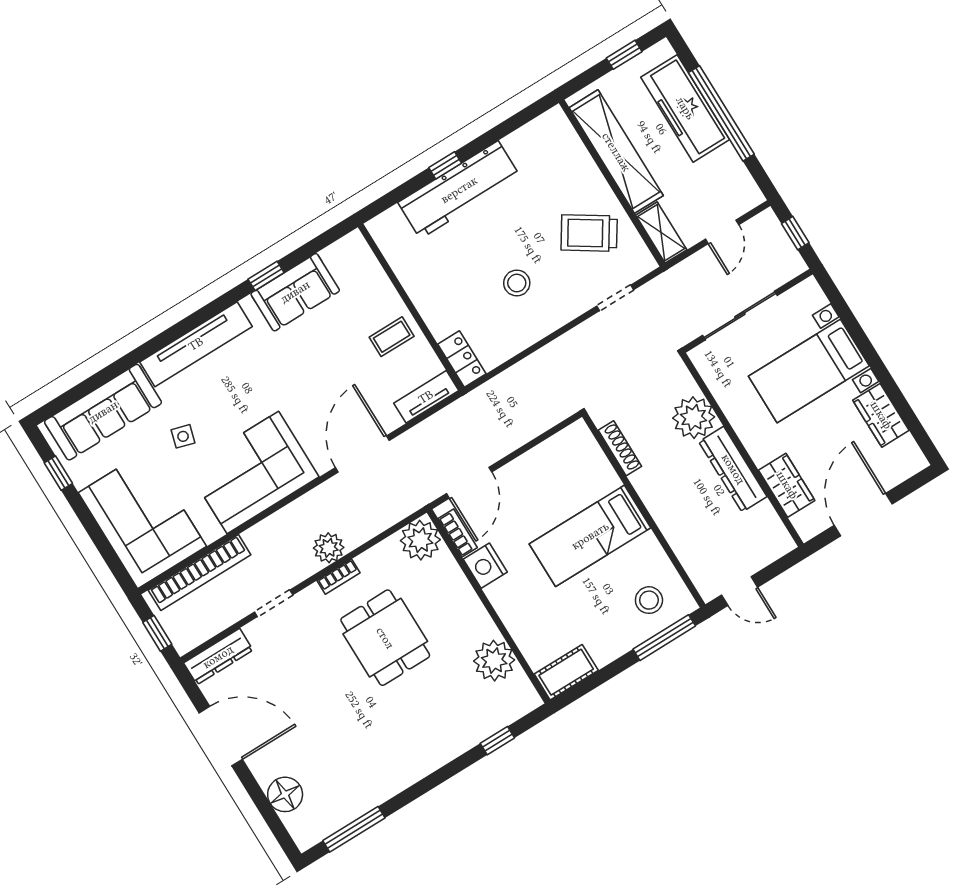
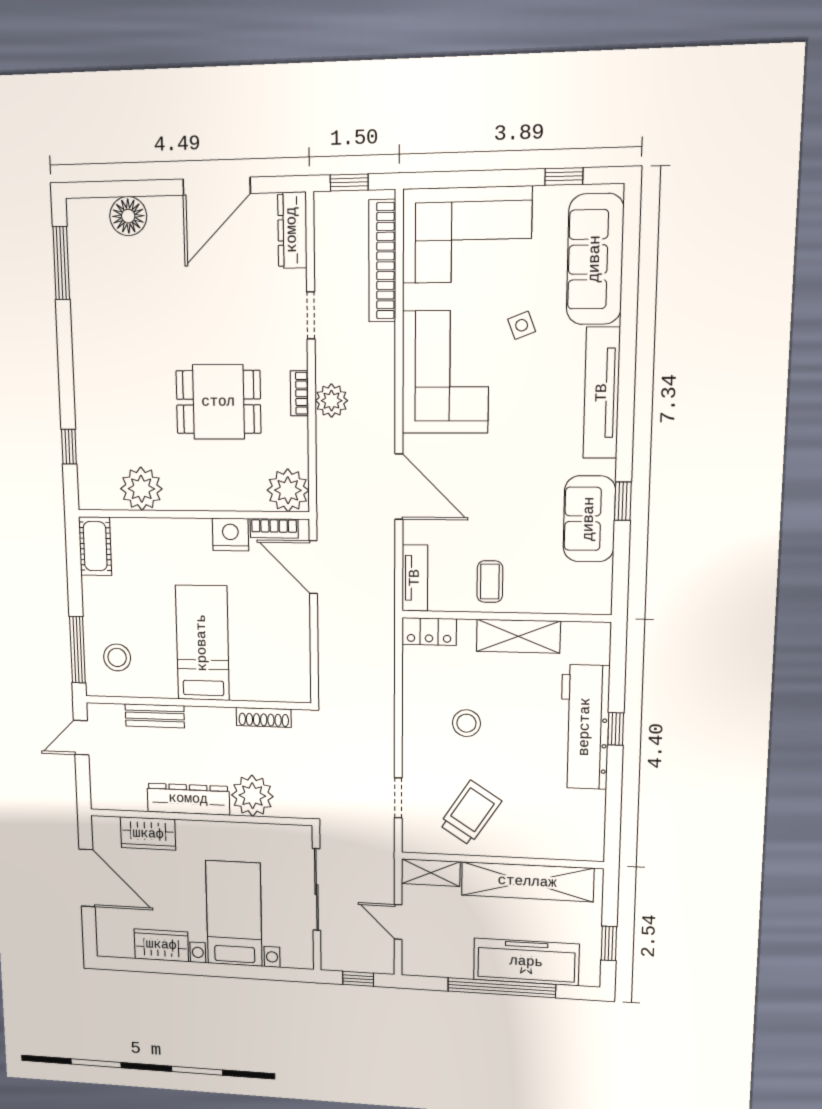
shelving: (420, 287) -> (518, 636), added
side table: (183, 436) -> (522, 325), turned -37
bench: (679, 539) -> (155, 716), added

